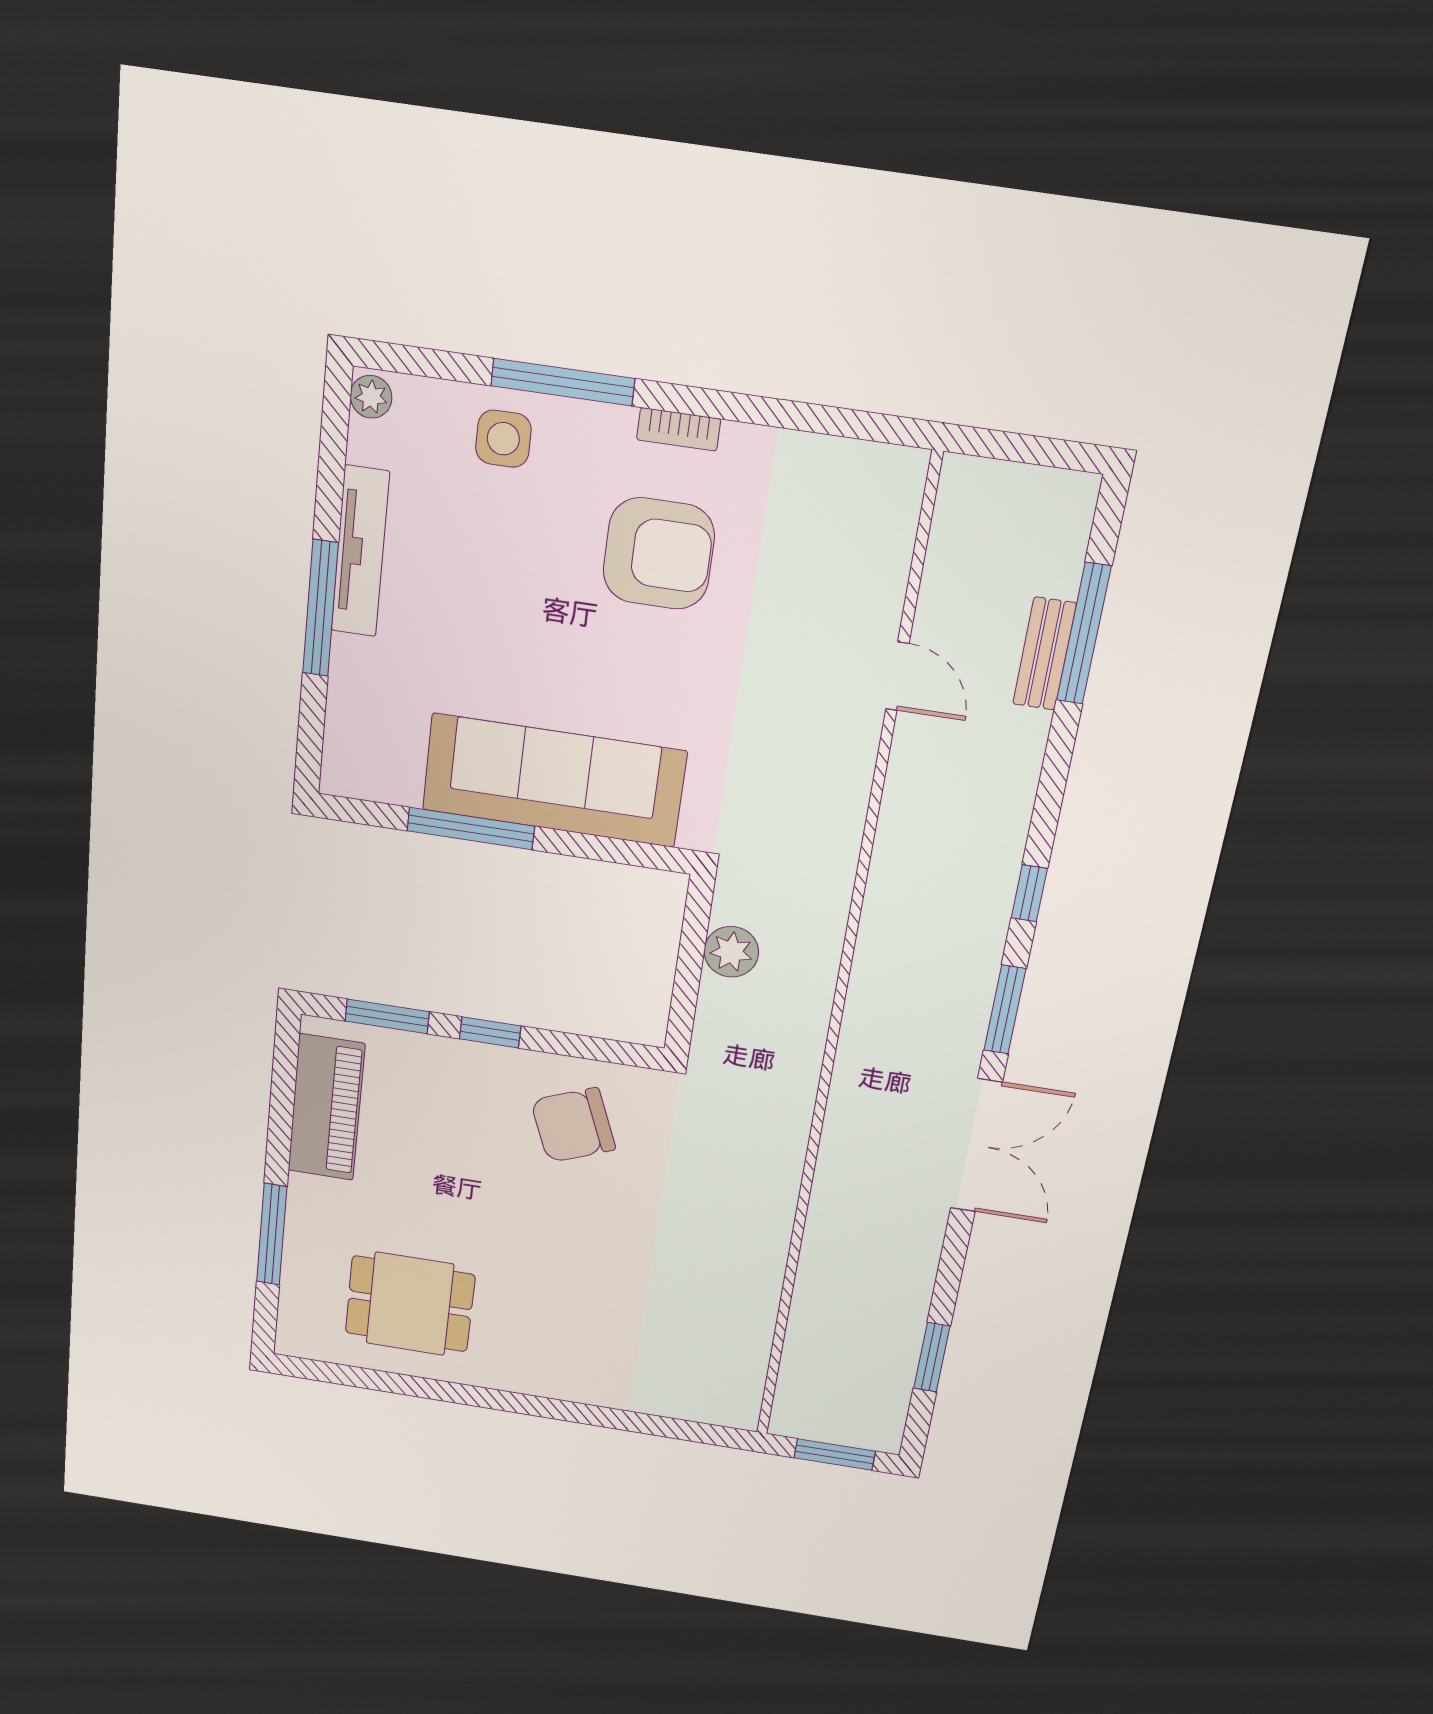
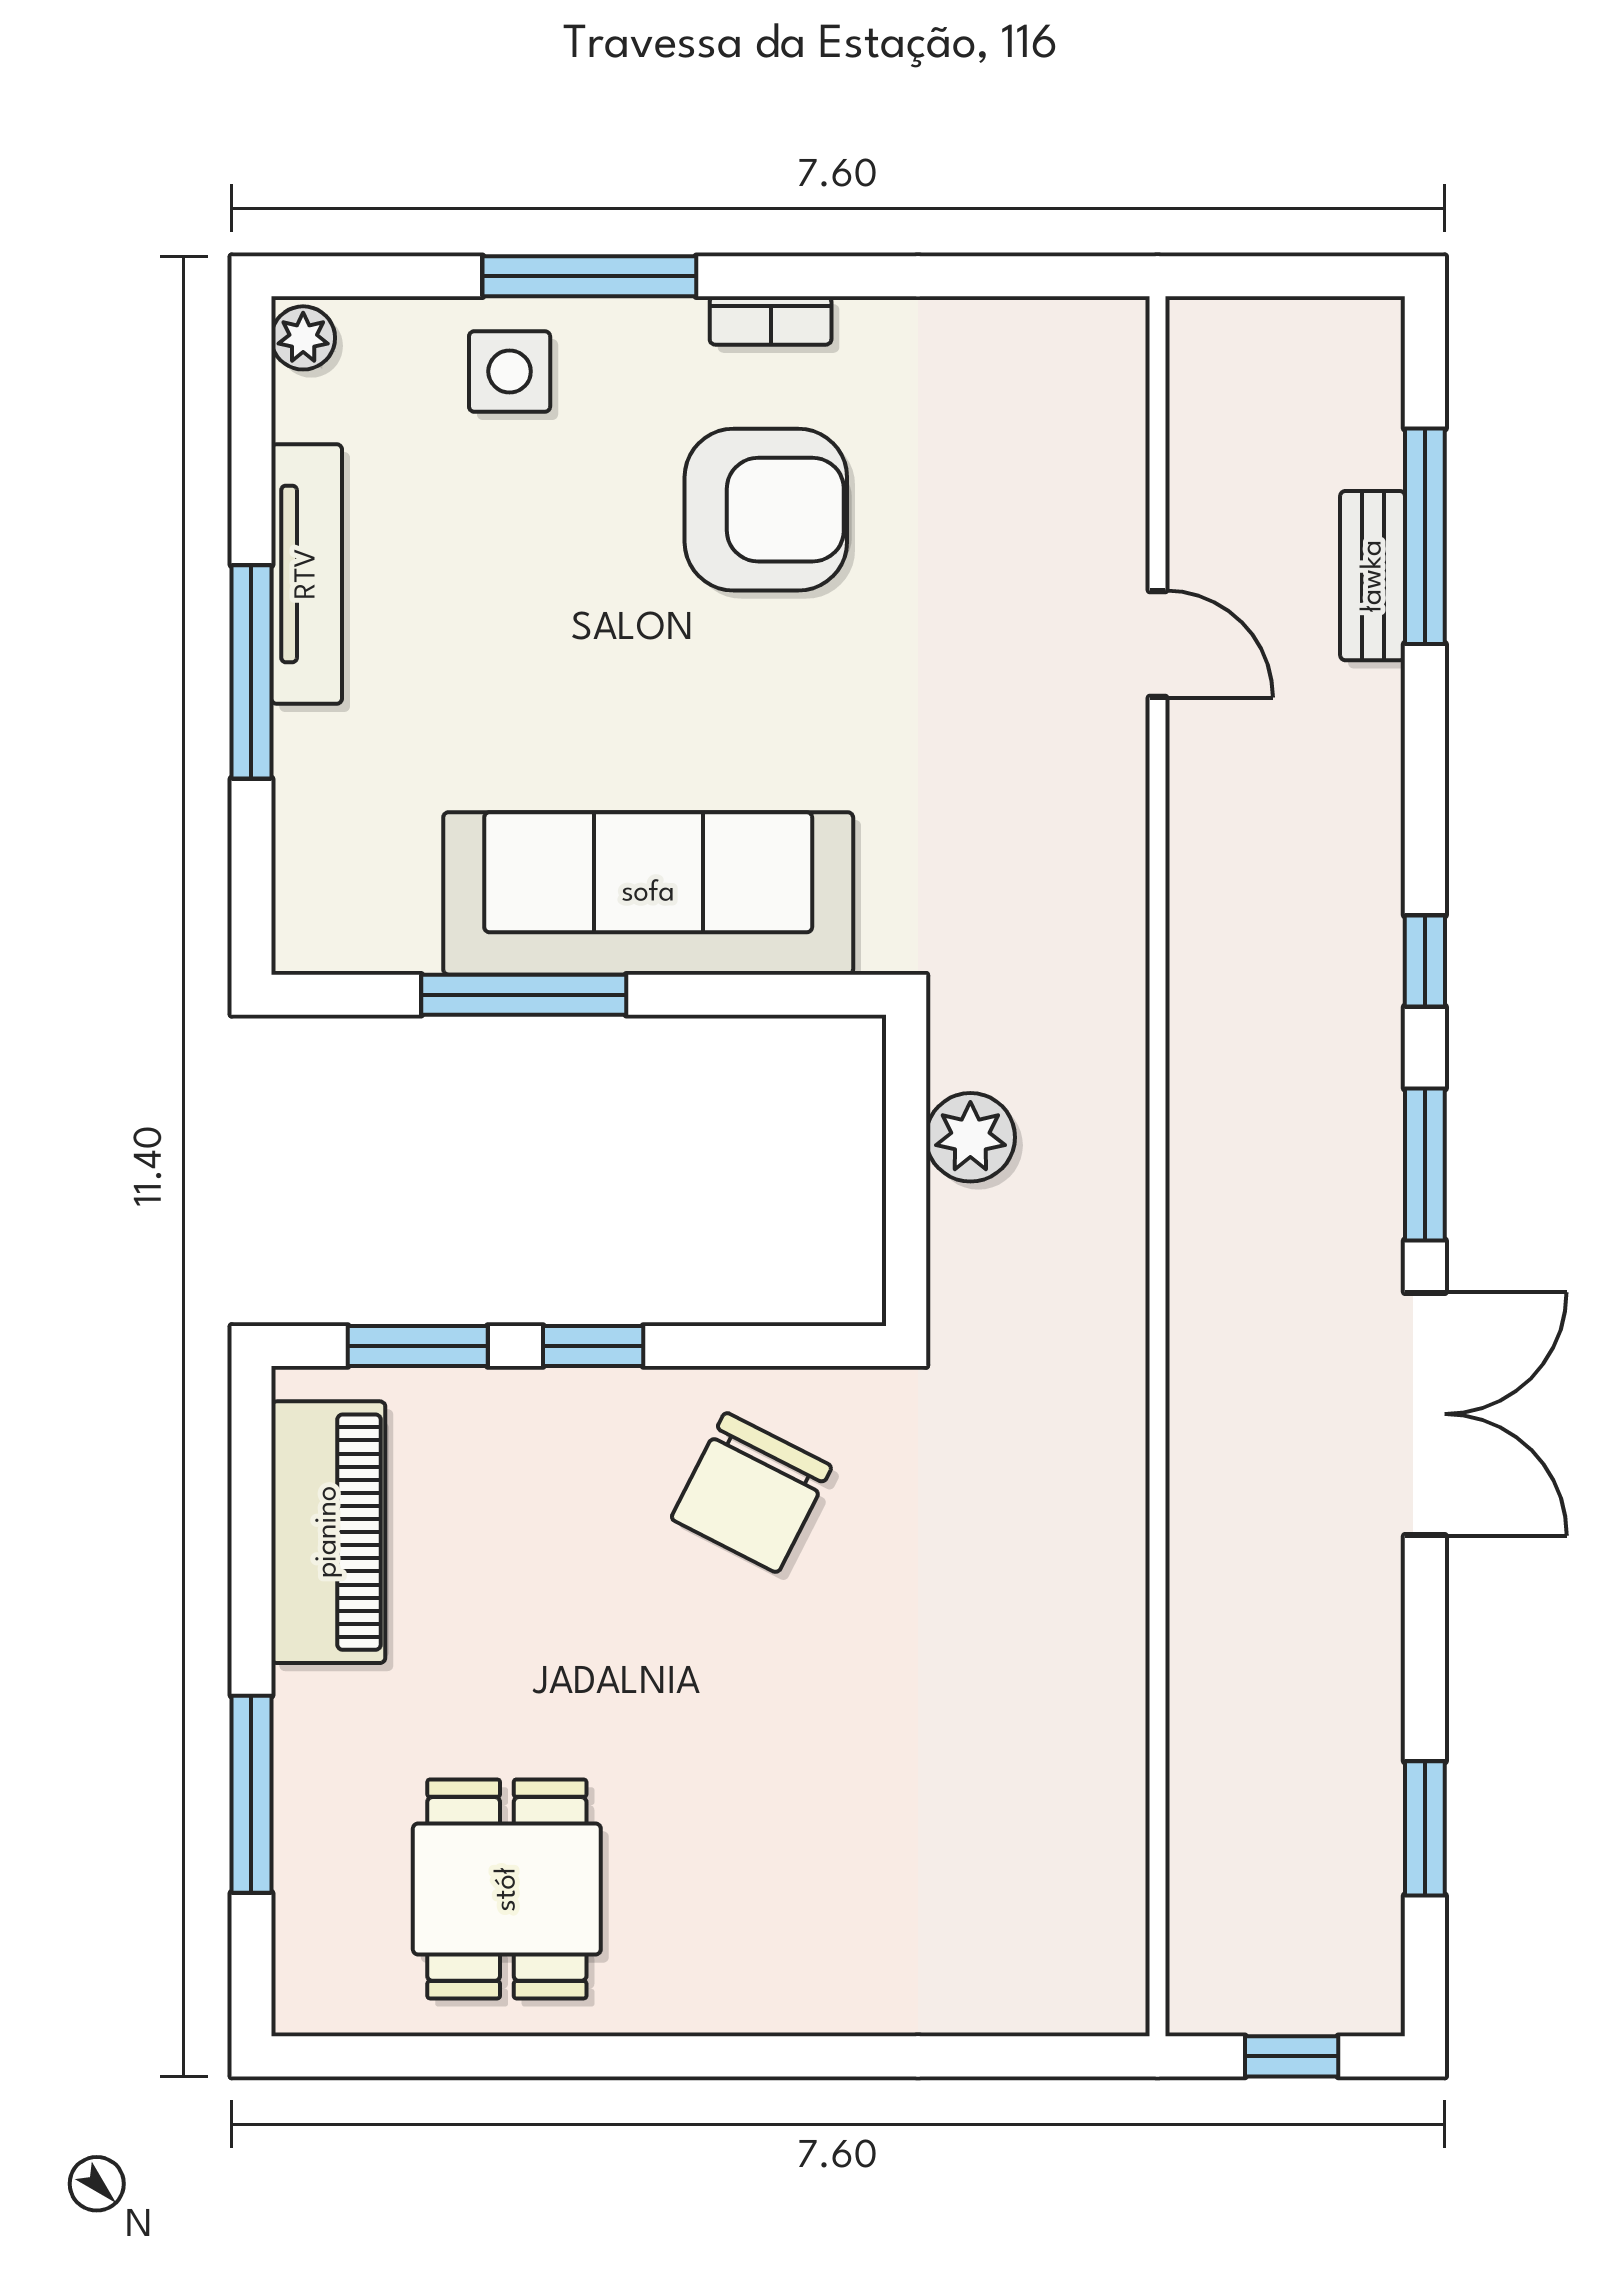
chair: (573, 1125) -> (751, 1493), turned -41
dining table: (410, 1304) -> (507, 1889), turned 90
window: (835, 1454) -> (1292, 2056), width x0.67

